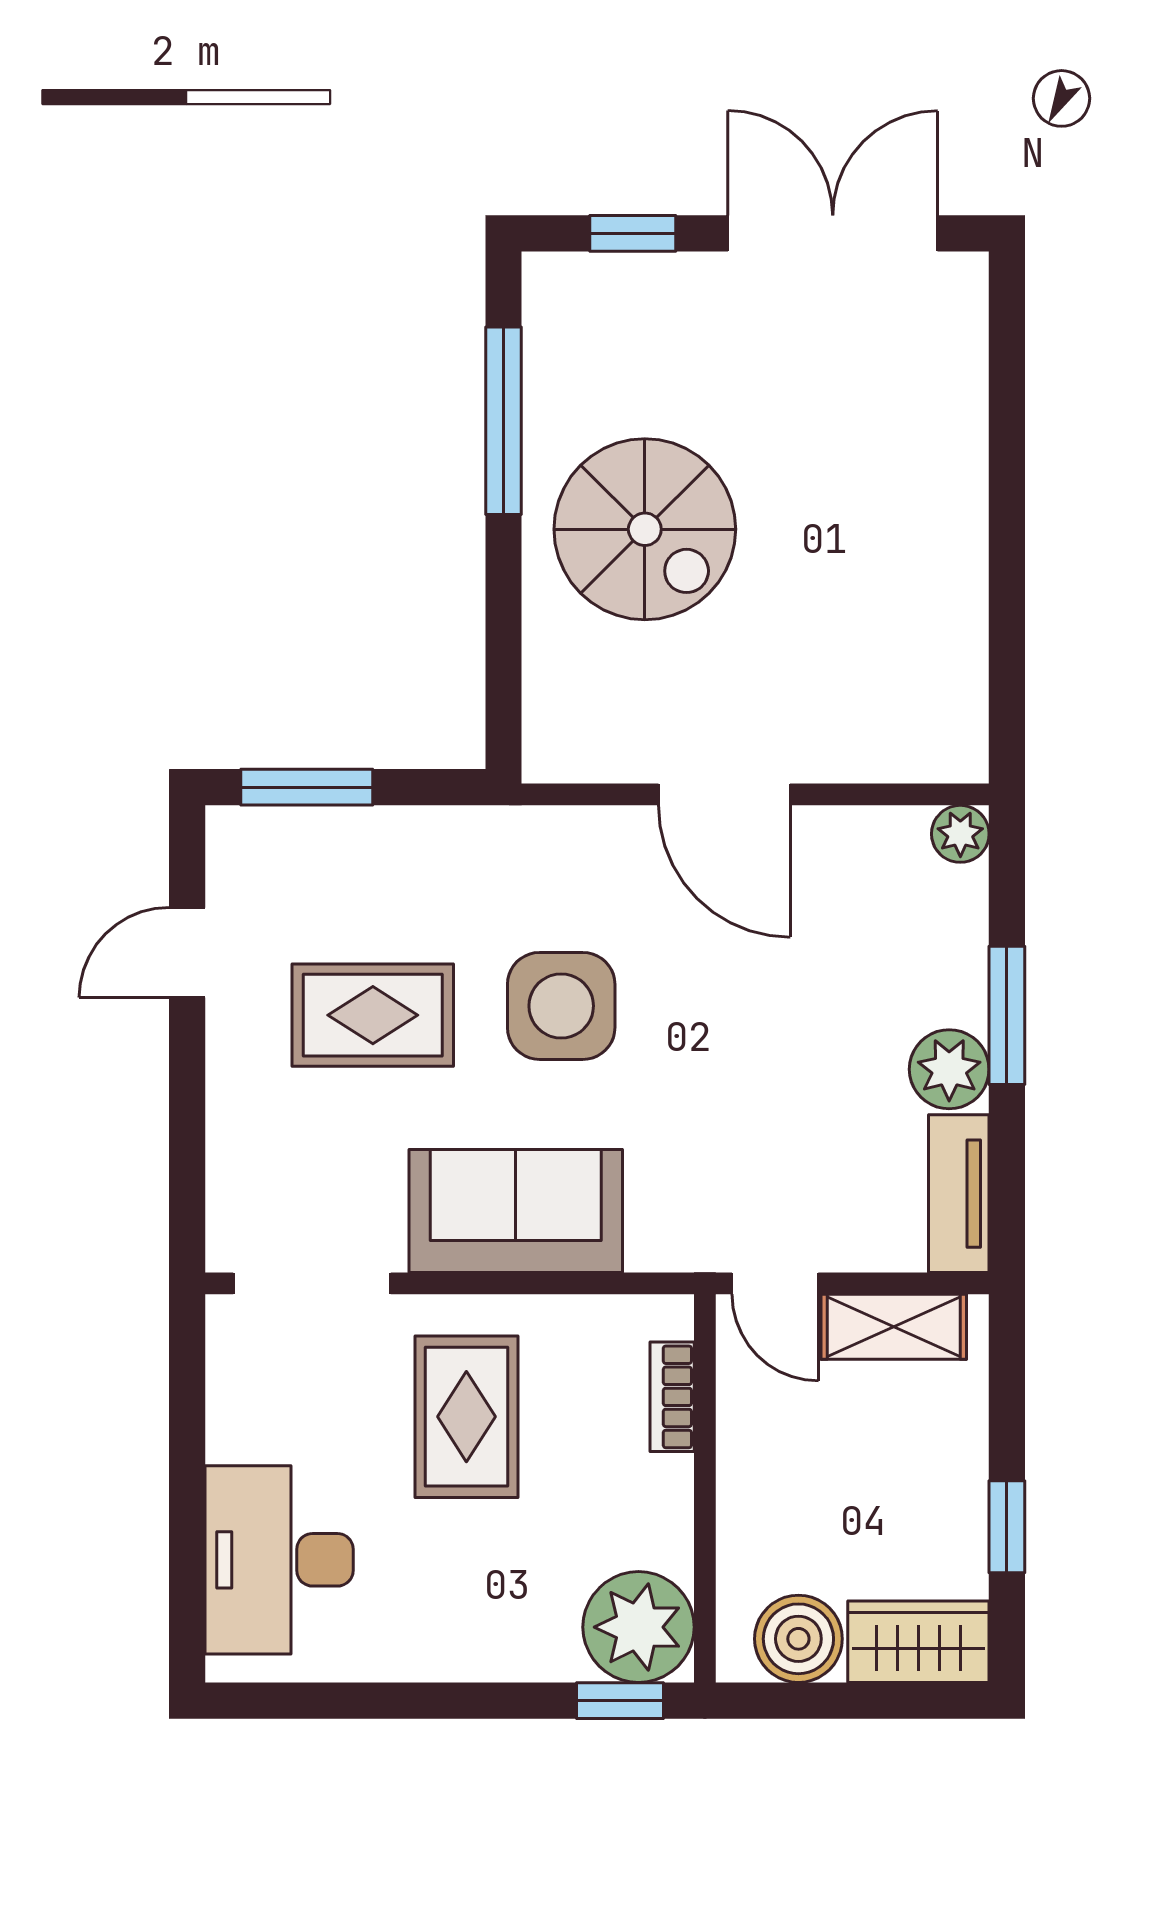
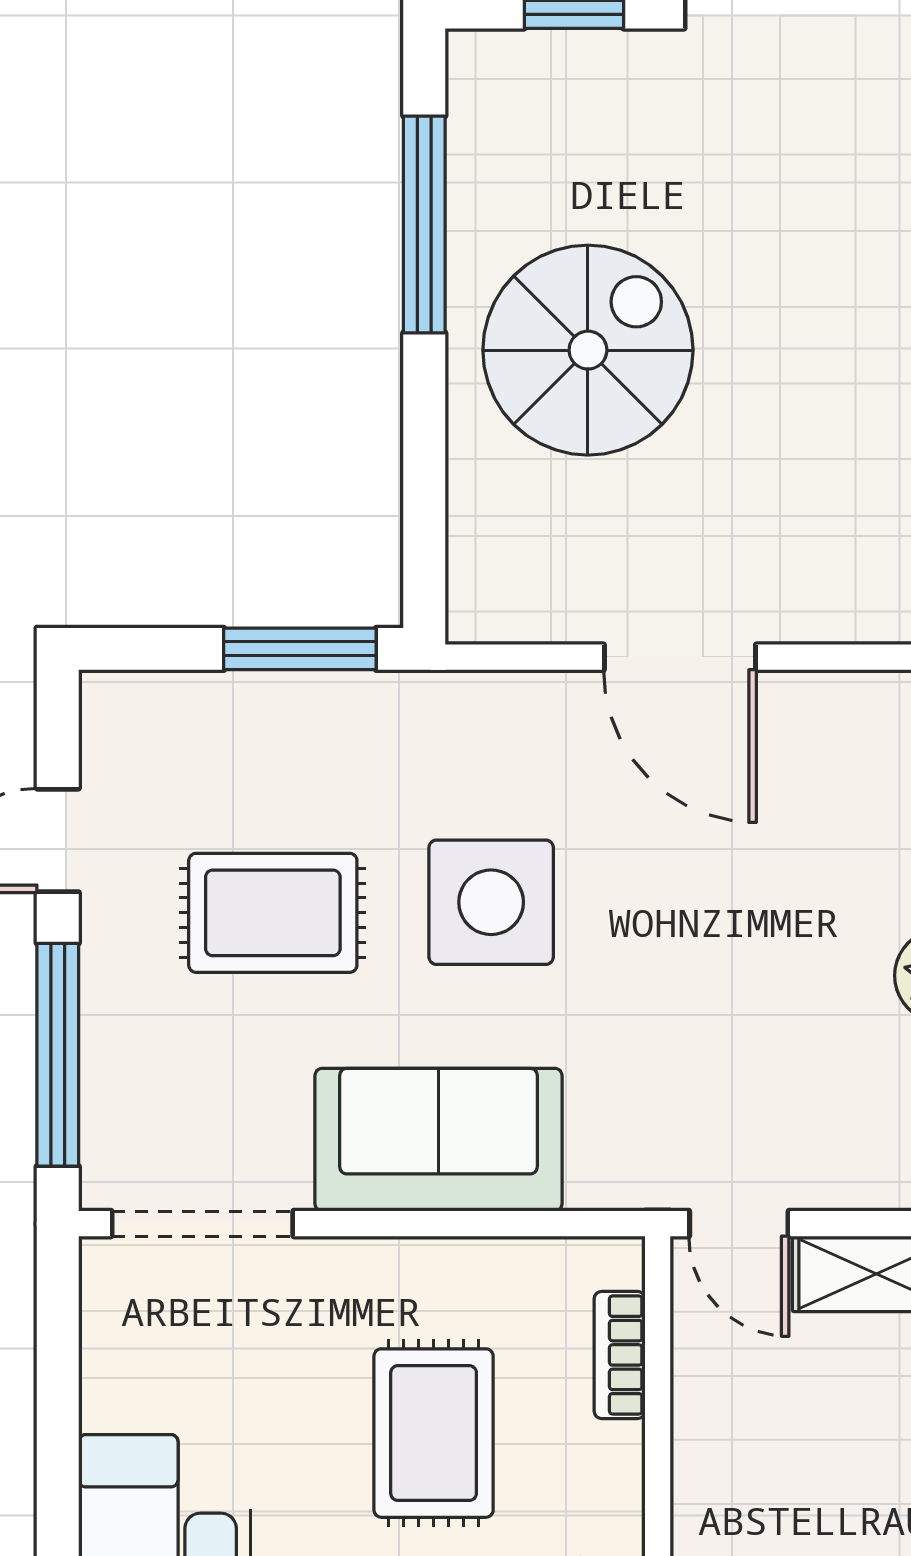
spiral stairs: (645, 529) -> (588, 350), turned -90
window: (307, 787) -> (300, 649), moved
window: (187, 1138) -> (58, 1055), added
rug: (466, 1417) -> (434, 1433), moved

